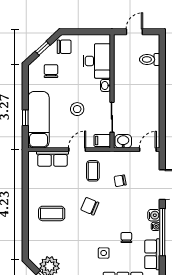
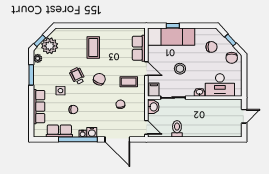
door: (134, 32) -> (244, 116), hinge flipped
toilet: (150, 59) -> (177, 129), moved
wheelchair: (86, 233) -> (77, 76), added

